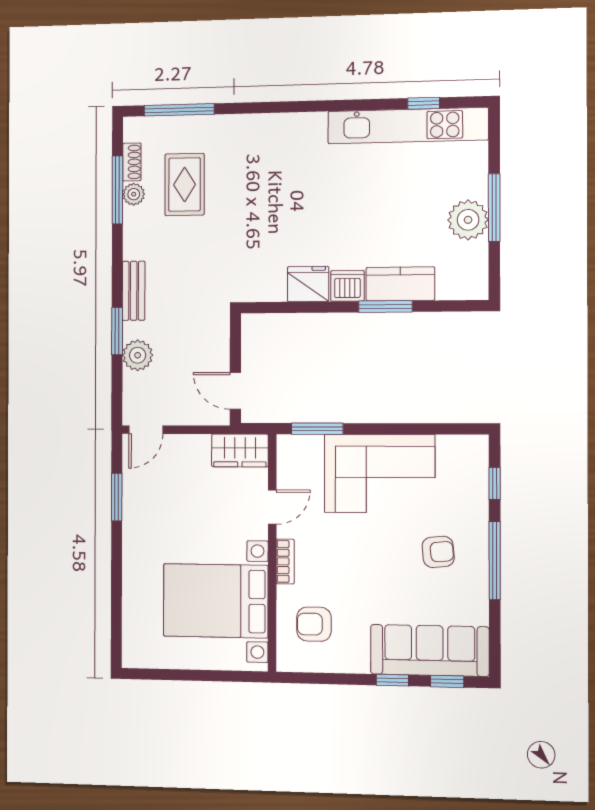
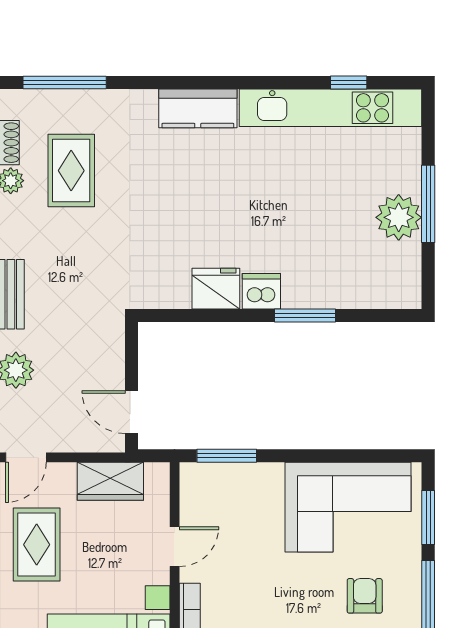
kitchen counter: (400, 284) -> (198, 108), moved, turned 180
wardrobe: (240, 450) -> (110, 481), moved
corner sofa: (379, 474) -> (348, 507), moved
window: (495, 484) -> (428, 518), width x1.50
rug: (155, 504) -> (37, 545), added
armchair: (438, 552) -> (365, 596), turned -85

